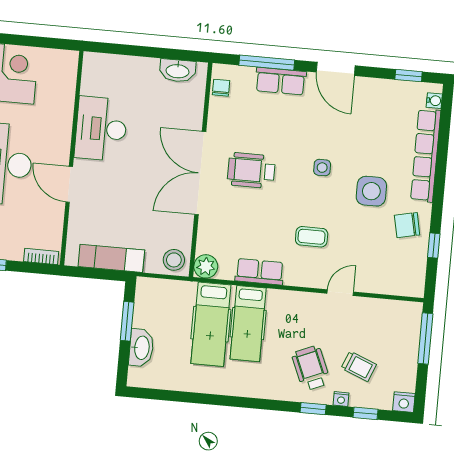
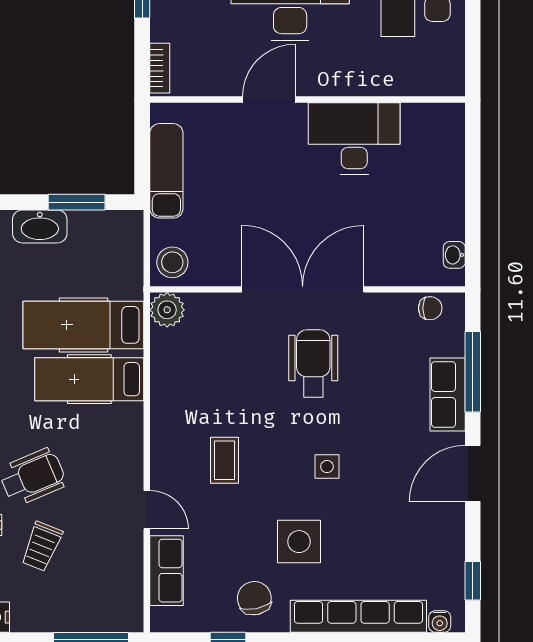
washbasin: (178, 71) -> (454, 255), width x0.52, depth x0.69
row of seats: (260, 272) -> (166, 571), moved

